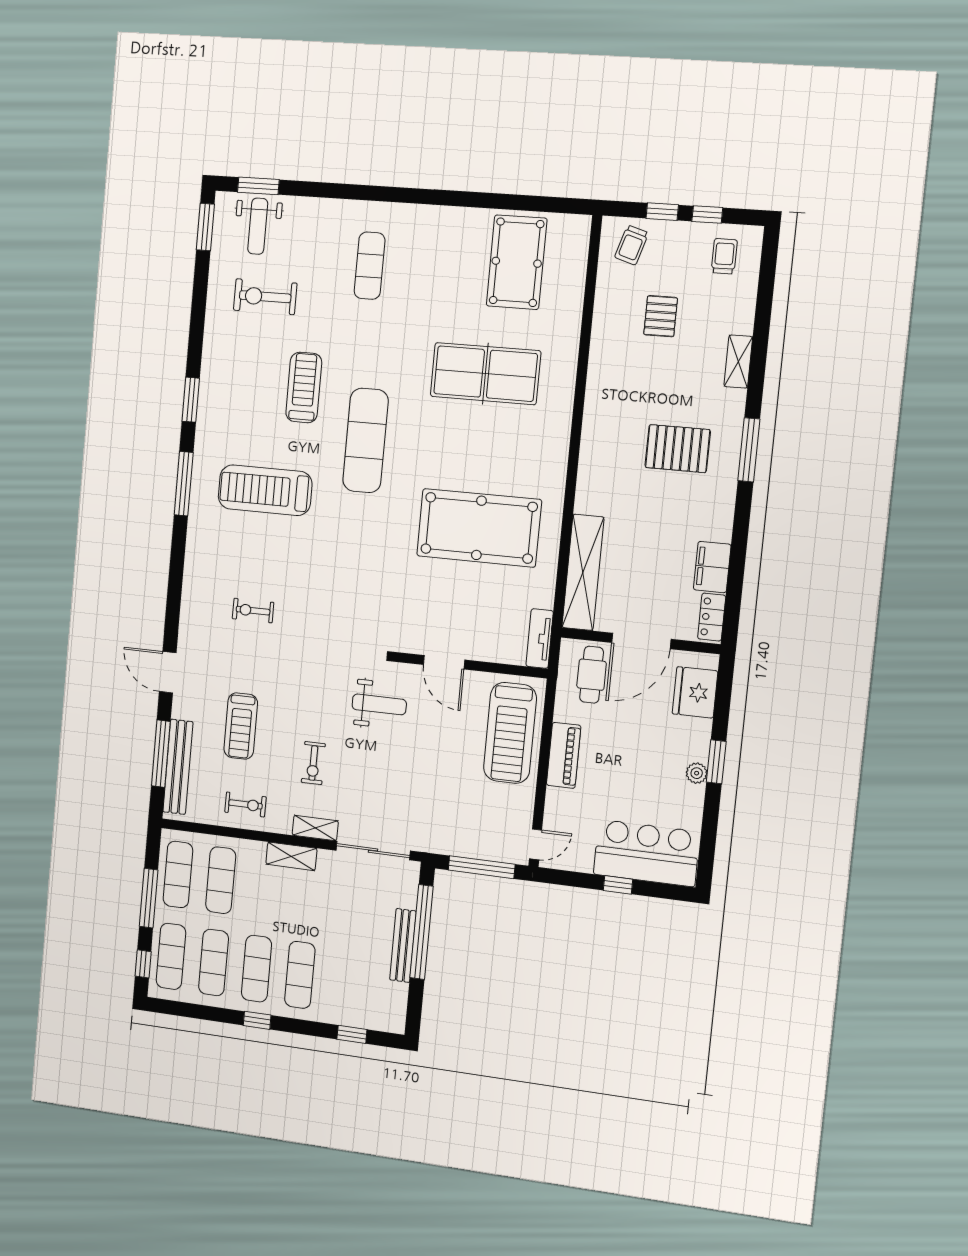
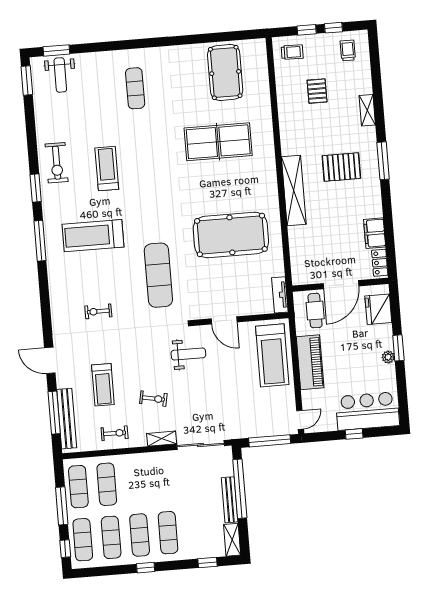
trolley: (632, 245) -> (292, 52), turned -106
exercise bike: (265, 297) -> (57, 163), moved, turned -90
exercise mat: (366, 441) -> (158, 275), moved
shelving: (583, 572) -> (294, 191), moved
piano: (564, 755) -> (310, 362), width x1.37, depth x1.33
exercise bike: (313, 763) -> (153, 399), turned -79
shelving: (291, 856) -> (232, 540), moved, turned 90

